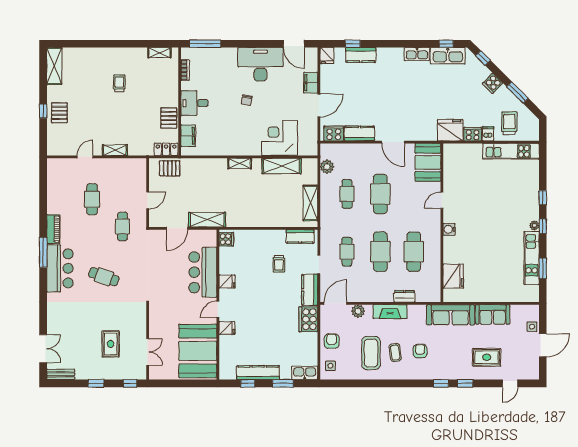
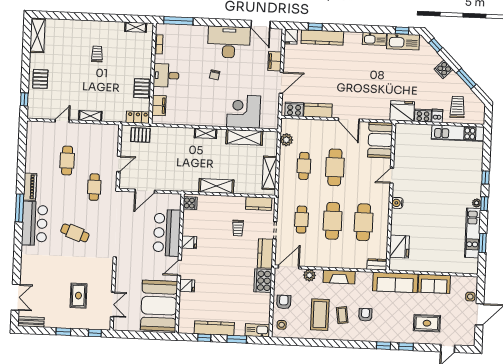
kitchen counter: (361, 55) -> (322, 37), width x1.50
window: (43, 111) -> (24, 99), moved
shelving: (207, 220) -> (216, 186), moved
dresser: (404, 296) -> (377, 264), moved

